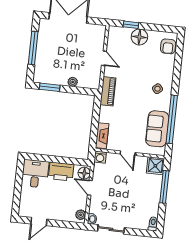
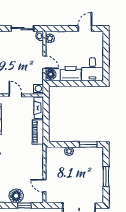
window: (33, 48) -> (106, 177), width x0.69
door: (104, 58) -> (44, 186), moved
piano: (108, 91) -> (38, 132), moved

